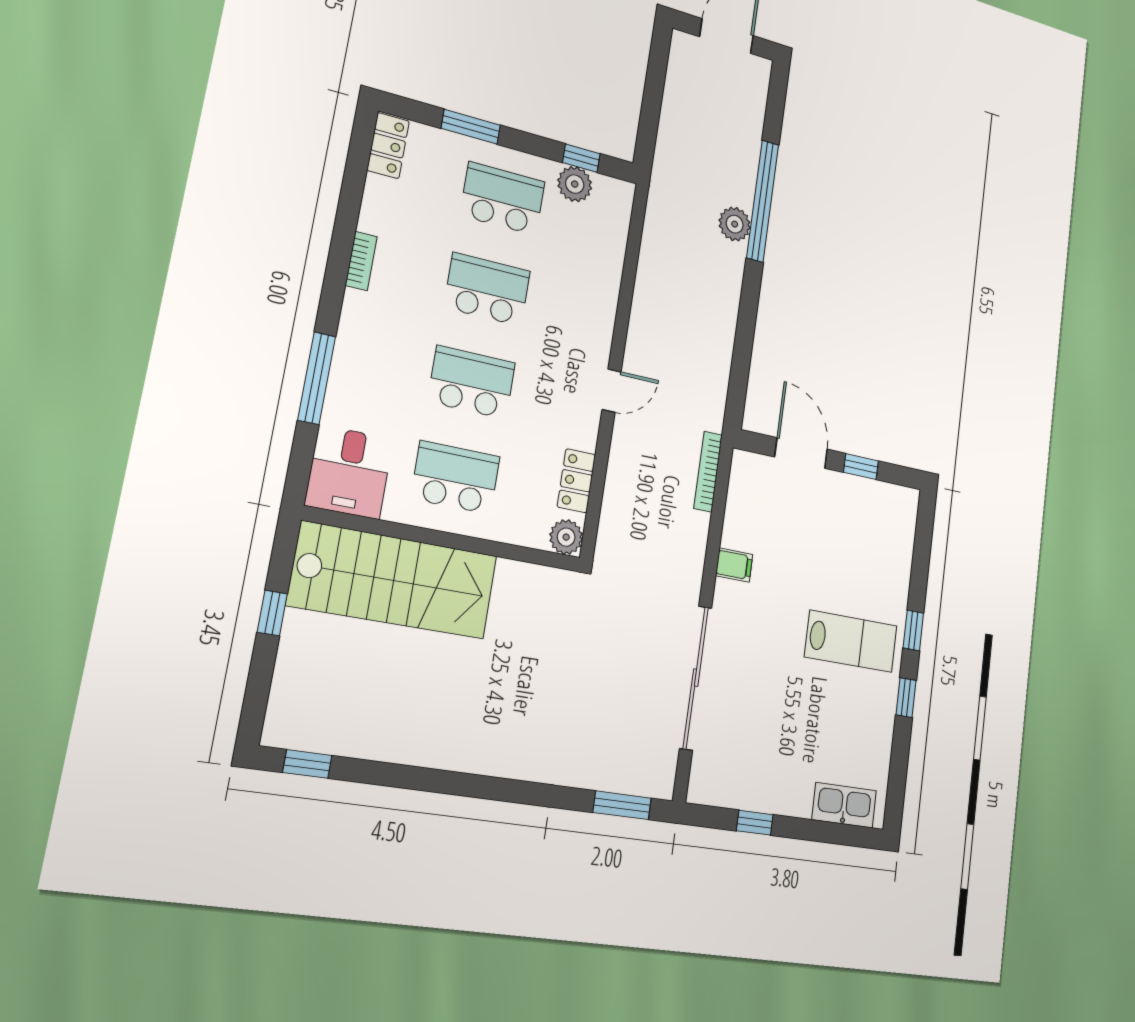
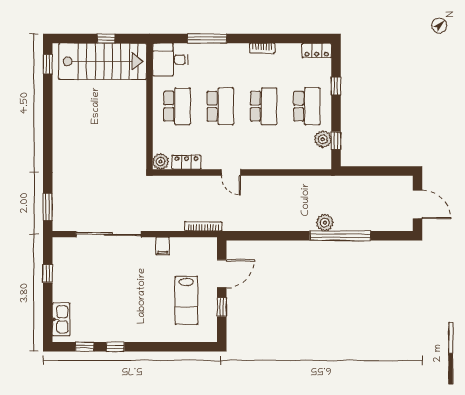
window: (471, 127) -> (336, 86), width x0.67
stairs: (394, 580) -> (103, 61), moved, turned -90
window: (913, 630) -> (85, 347), moved
lab bench: (851, 641) -> (186, 300), moved

